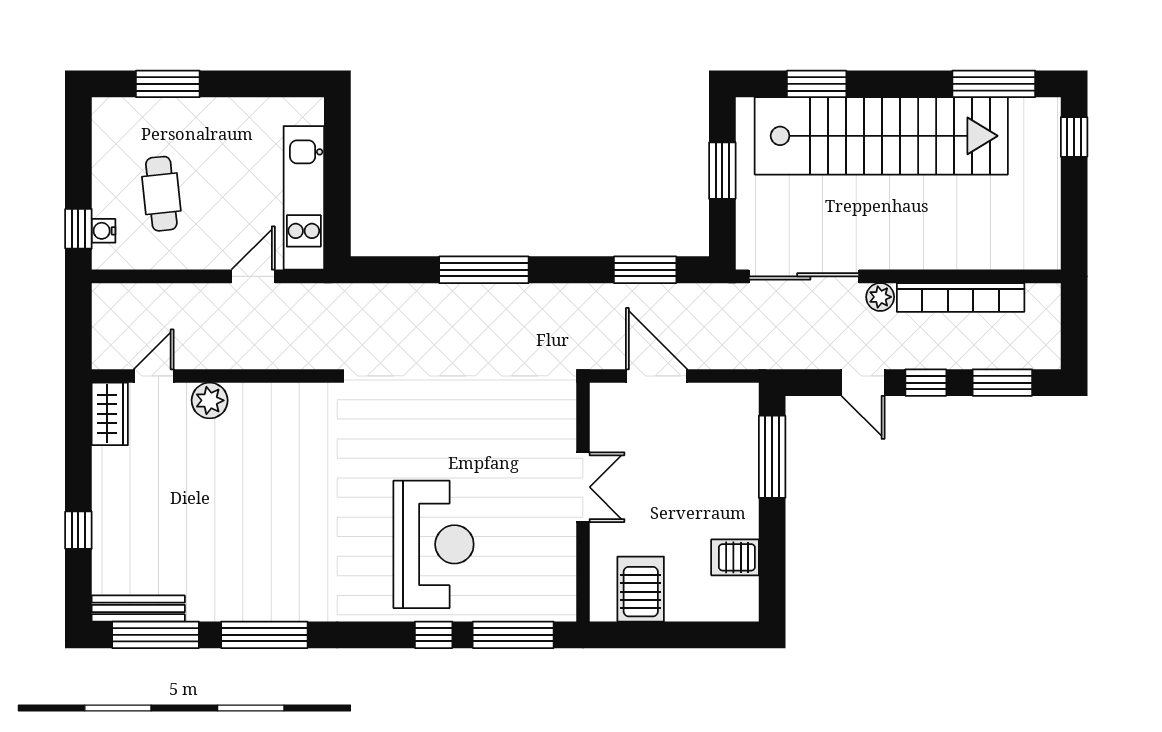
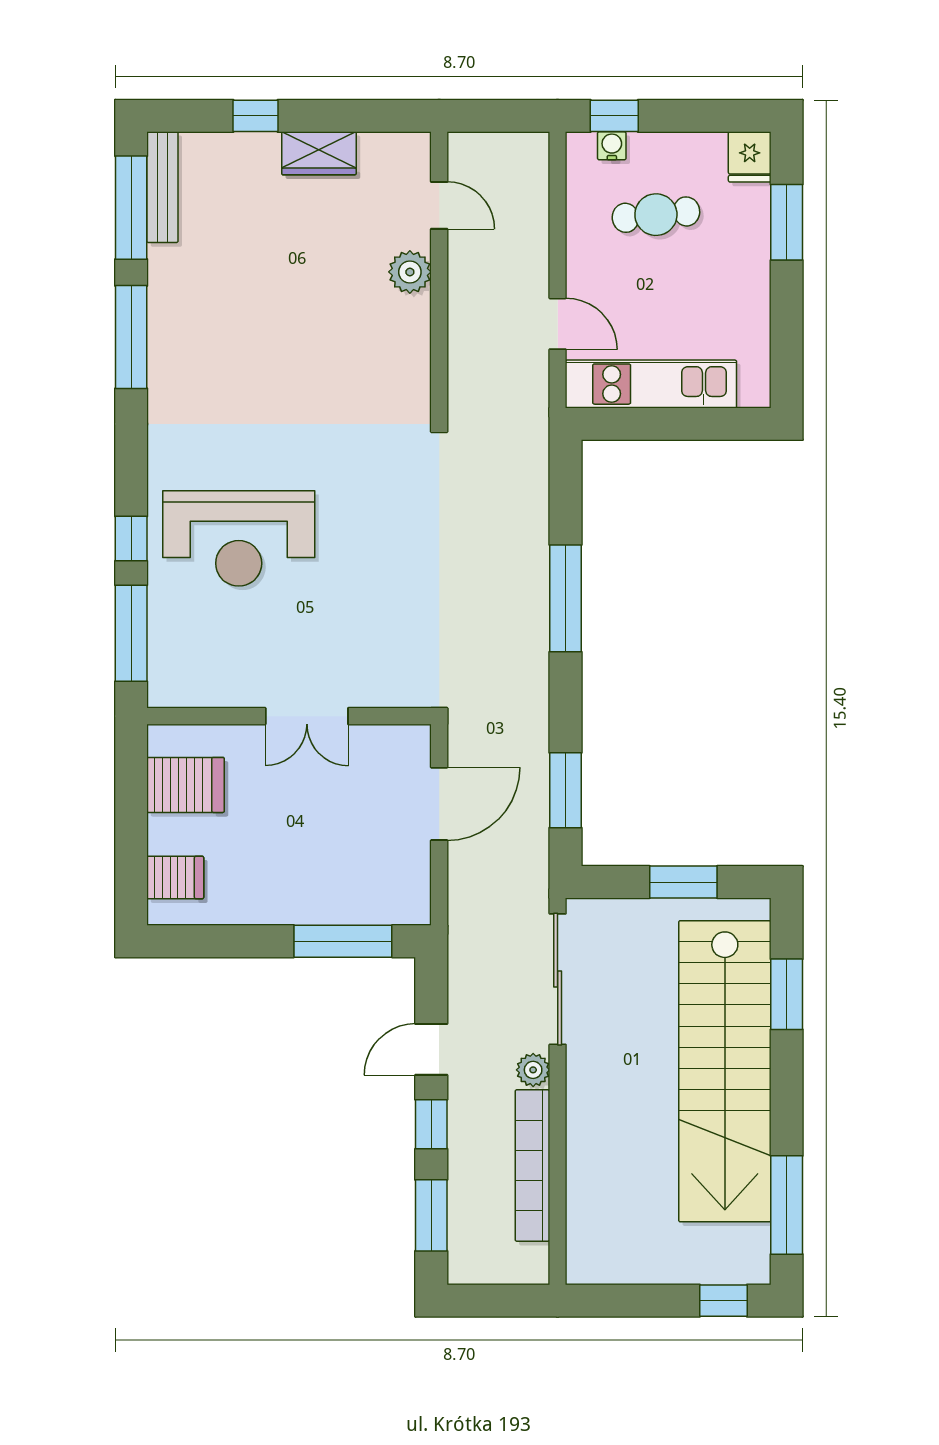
fridge: (113, 115) -> (750, 157), added
wardrobe: (110, 414) -> (319, 153), moved
server rack: (735, 557) -> (175, 878), moved, turned 90

